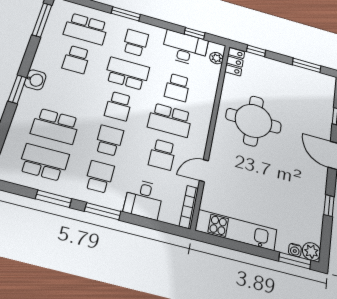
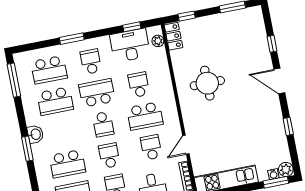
school desk: (76, 59) -> (55, 101), width x1.85
school desk: (177, 87) -> (139, 85), turned 180
round table: (254, 121) -> (207, 83), width x0.73, depth x0.73
school desk: (162, 155) -> (151, 147), turned 180

